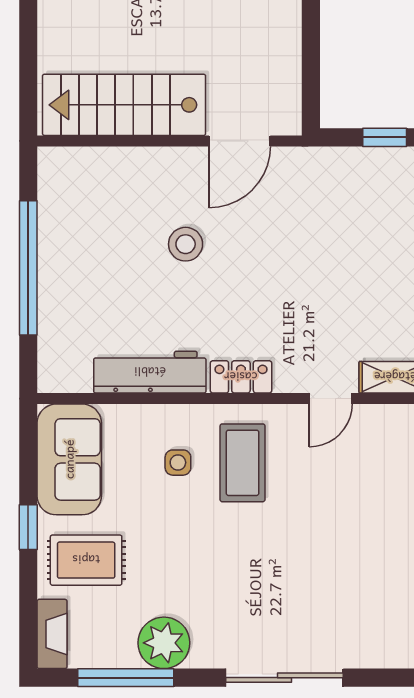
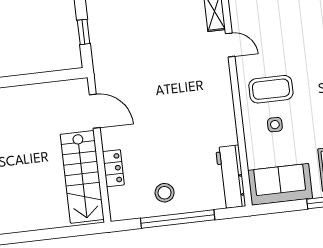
stool: (186, 244) -> (165, 193), moved
workbench: (150, 372) -> (231, 177), moved
locker: (241, 377) -> (113, 168), moved, turned 180

